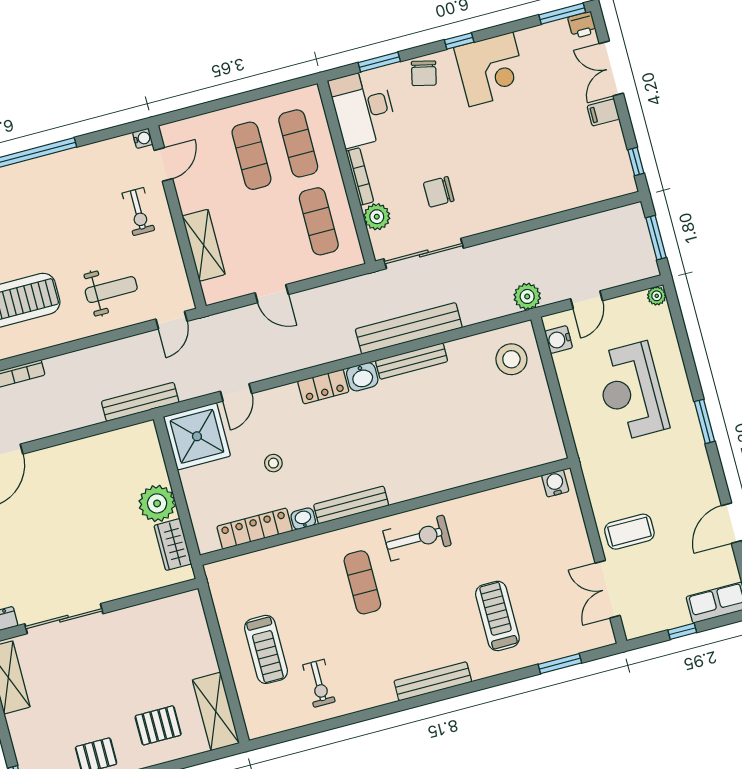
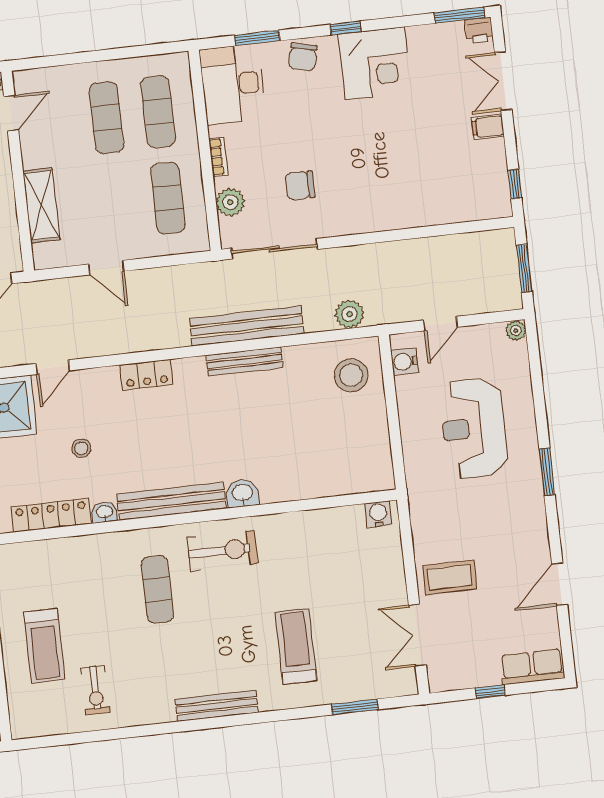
bookcase: (360, 176) -> (218, 157), width x0.64
plant: (527, 296) -> (349, 314), moved
washbasin: (362, 377) -> (243, 493), moved, turned 180
bench: (351, 505) -> (172, 501), width x1.37, depth x1.21

